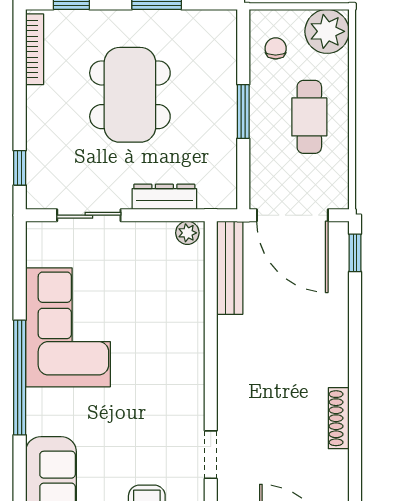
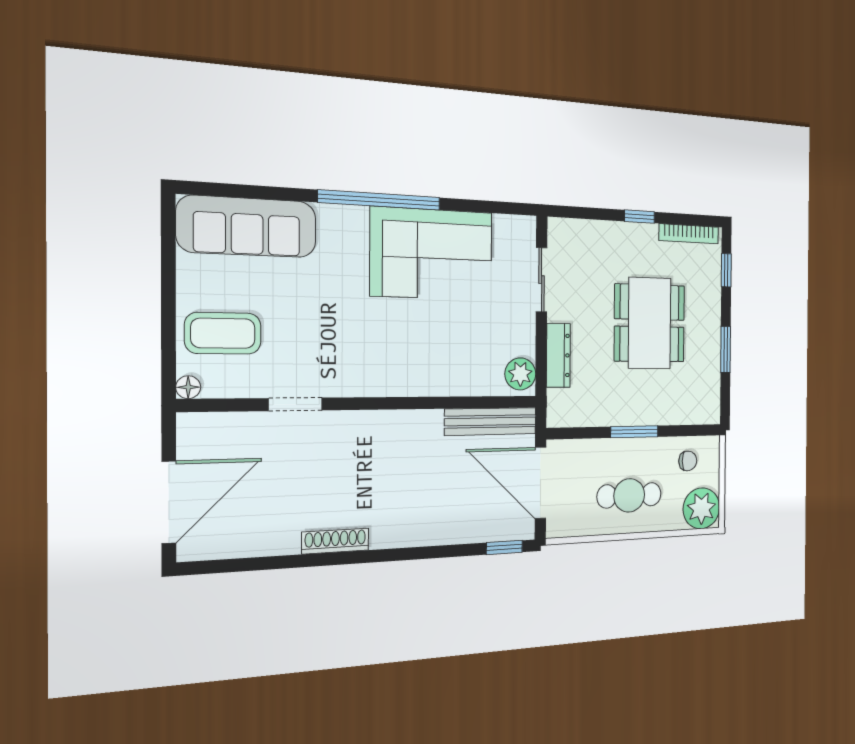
dining table: (130, 95) -> (650, 323), turned 90
window: (20, 168) -> (639, 217), moved
door: (292, 215) -> (540, 483), hinge flipped
plant: (187, 233) -> (520, 374), width x1.38, depth x1.38

